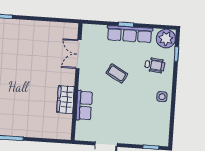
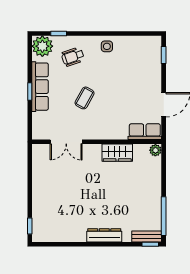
wheelchair: (155, 65) -> (73, 57), turned -114
row of seats: (84, 105) -> (145, 132), moved
plant: (65, 134) -> (155, 150), added

